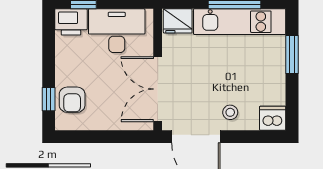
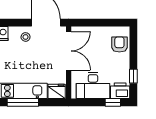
window: (49, 99) -> (133, 76), moved

